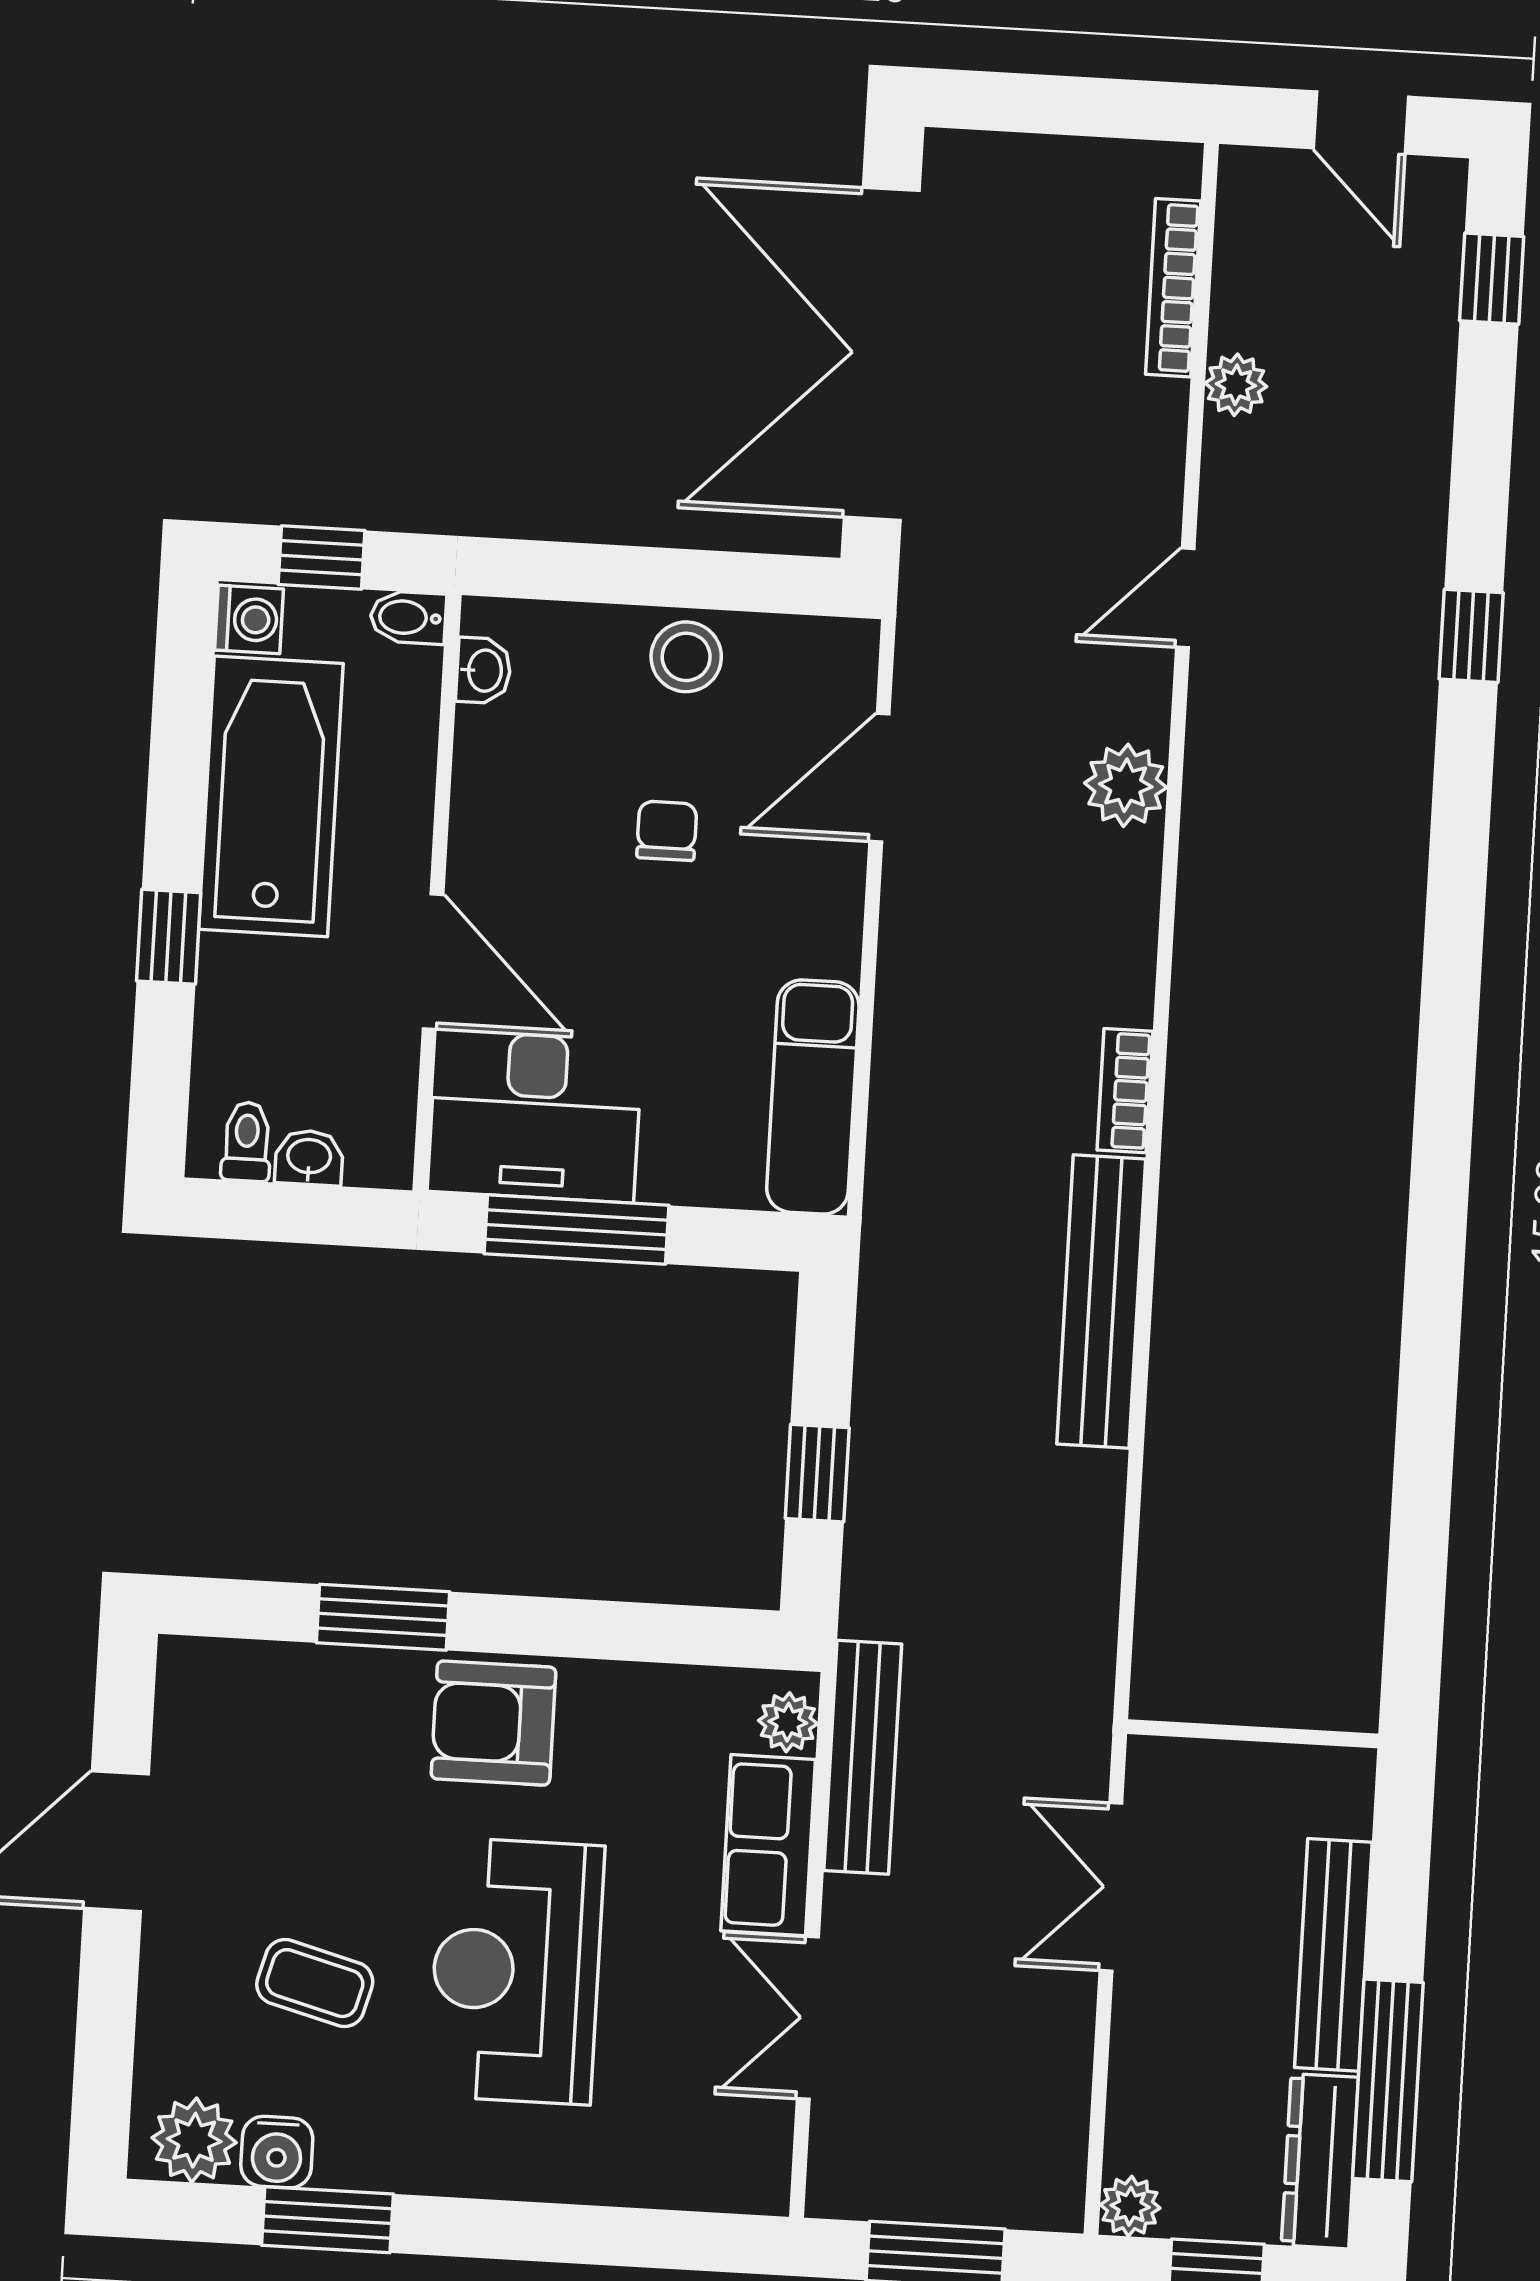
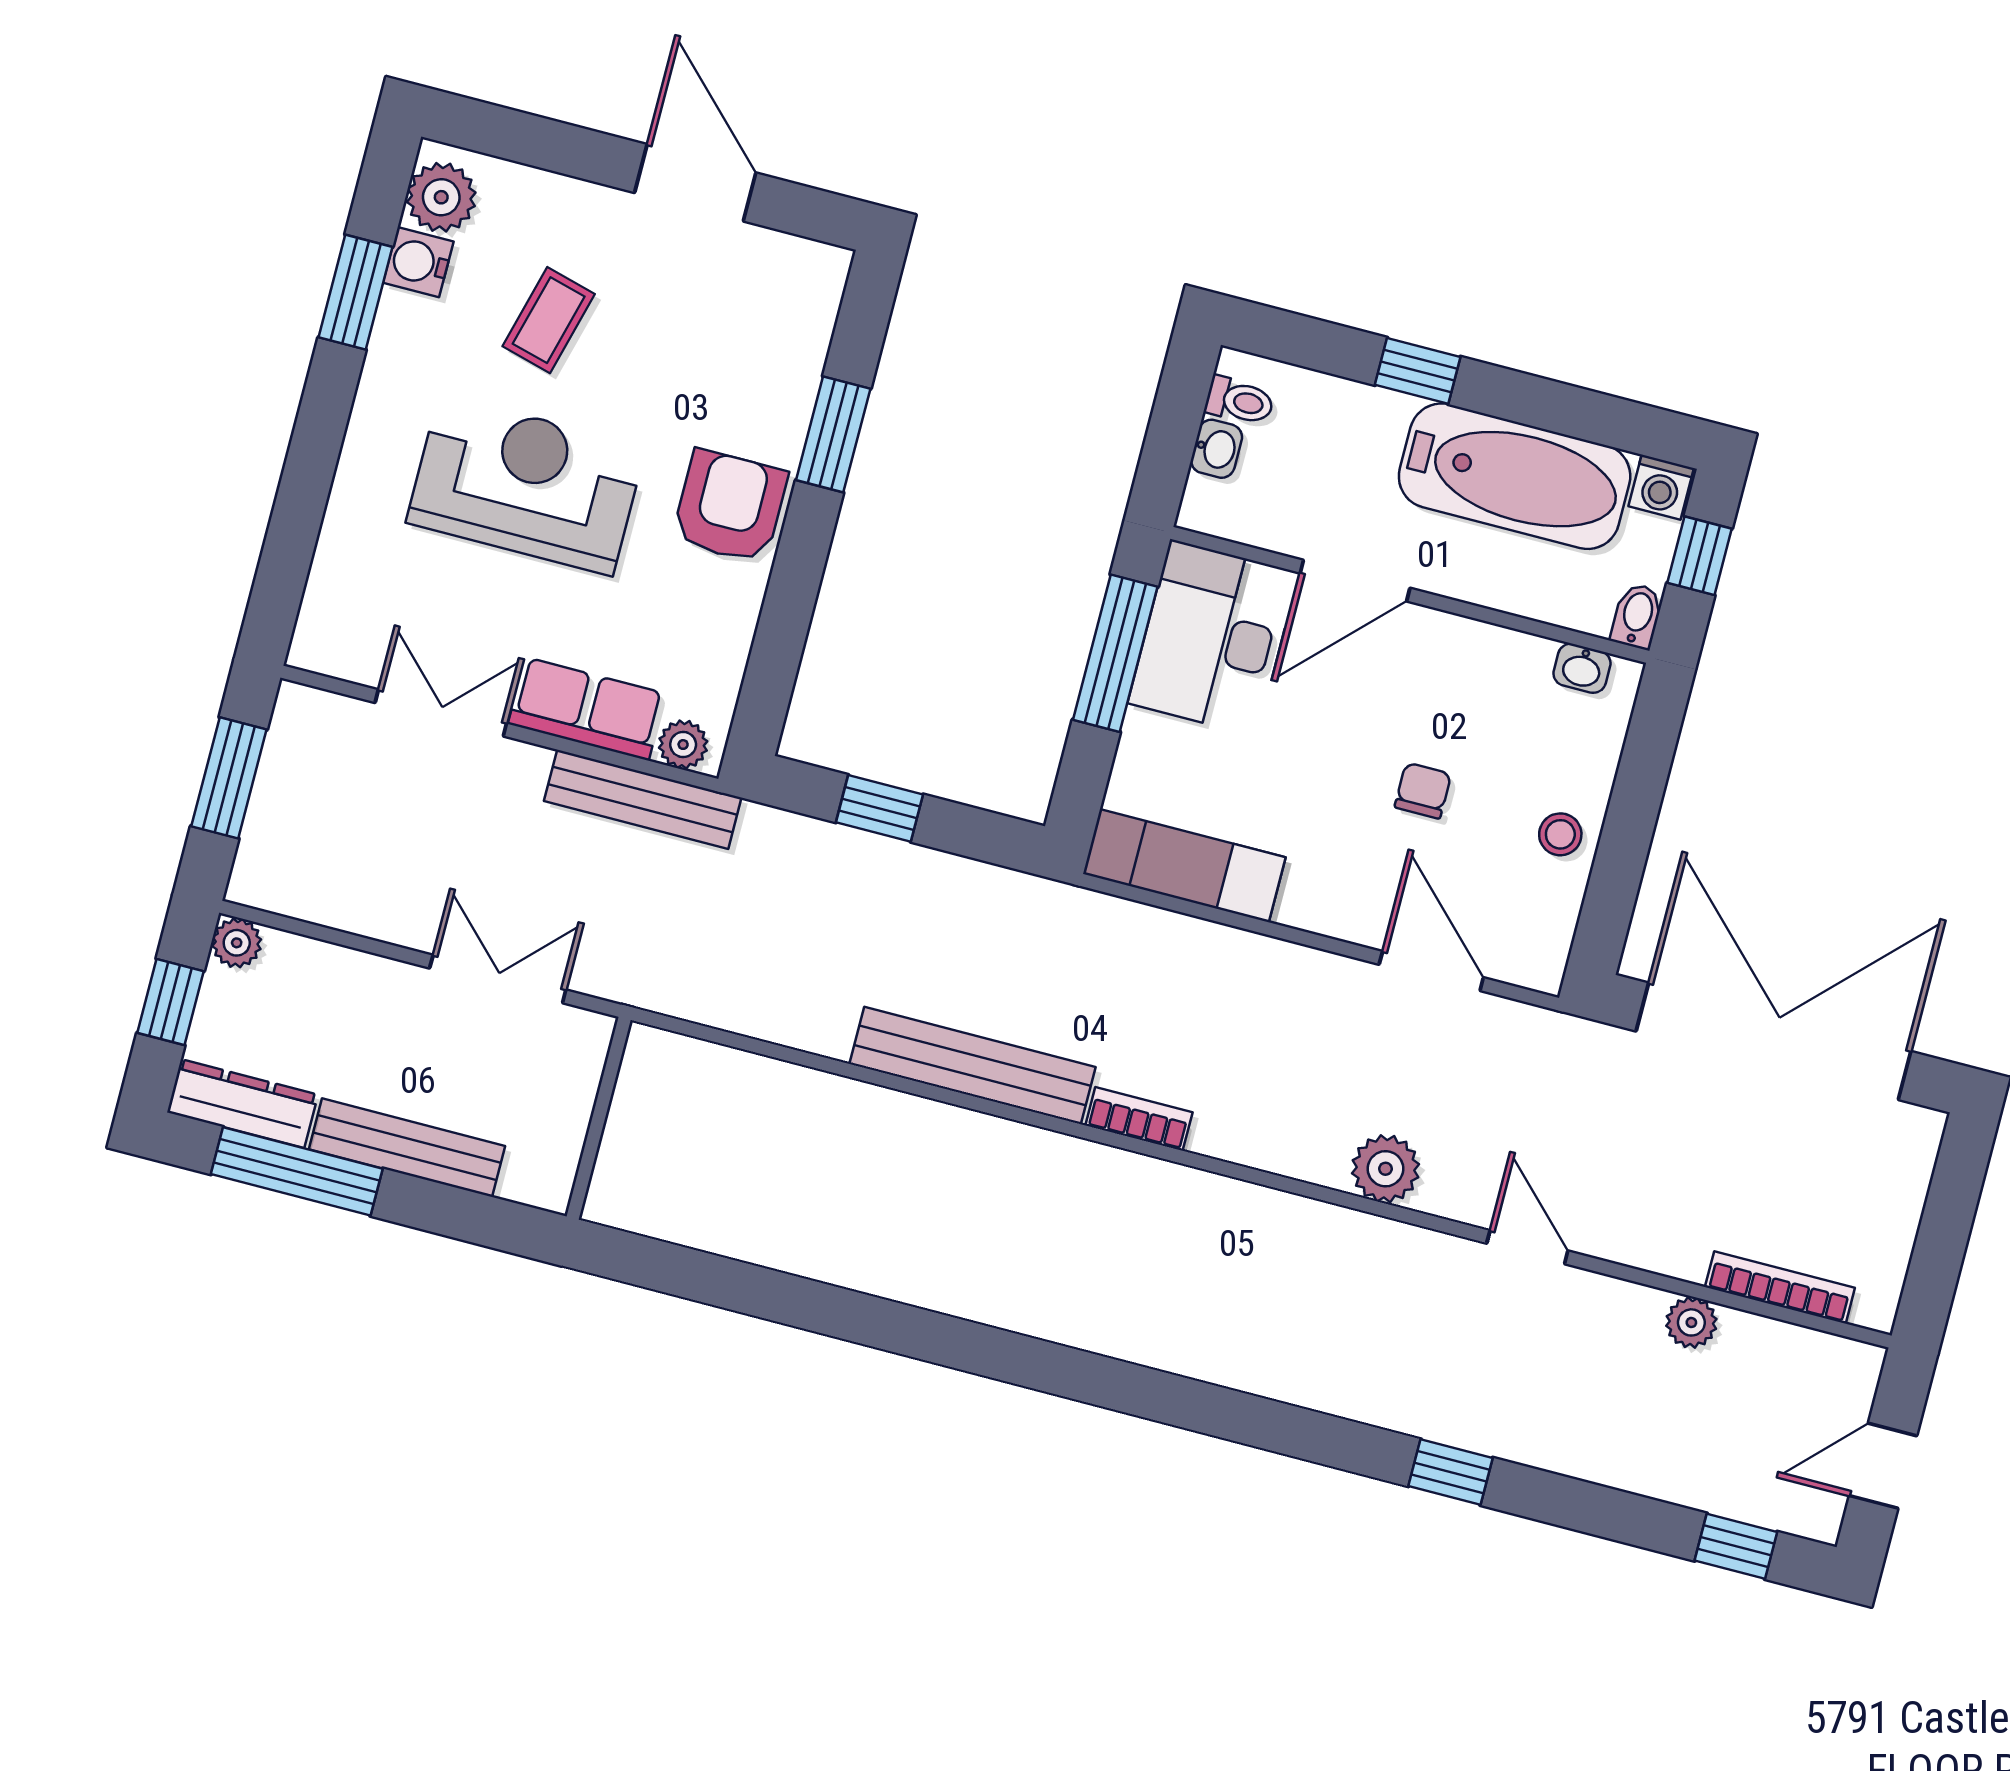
stool: (686, 657) -> (1560, 834), width x0.73, depth x0.73
chair: (667, 831) -> (1423, 791), turned -90

